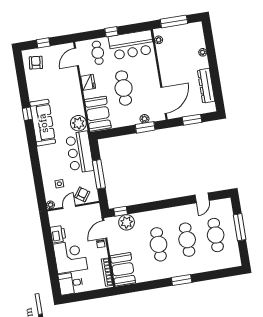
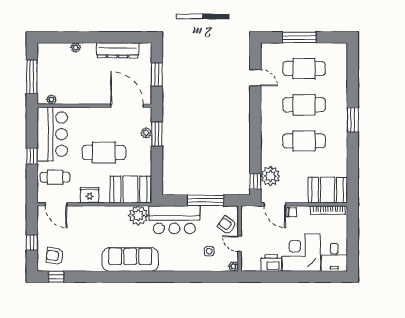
window: (27, 114) -> (56, 277), moved

